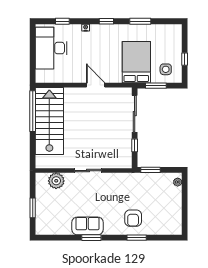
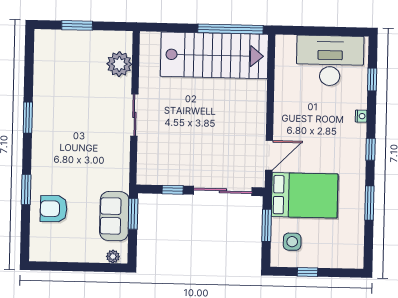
door: (96, 85) -> (269, 155), moved
armchair: (133, 218) -> (54, 209), moved
sofa: (87, 226) -> (114, 216), moved, turned 180

